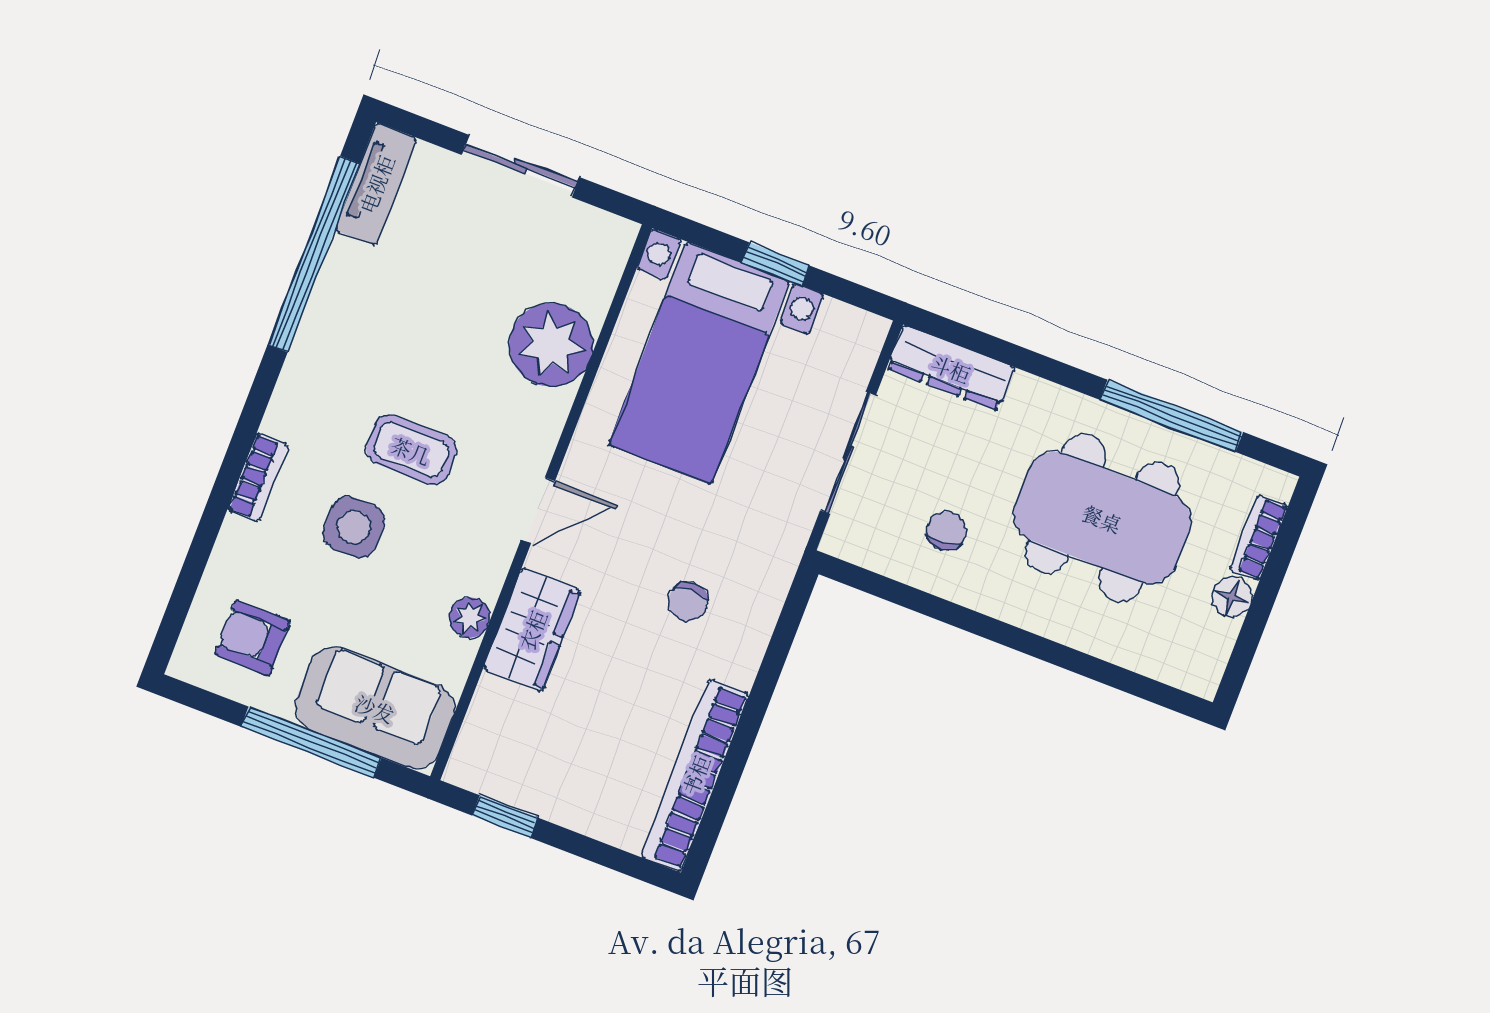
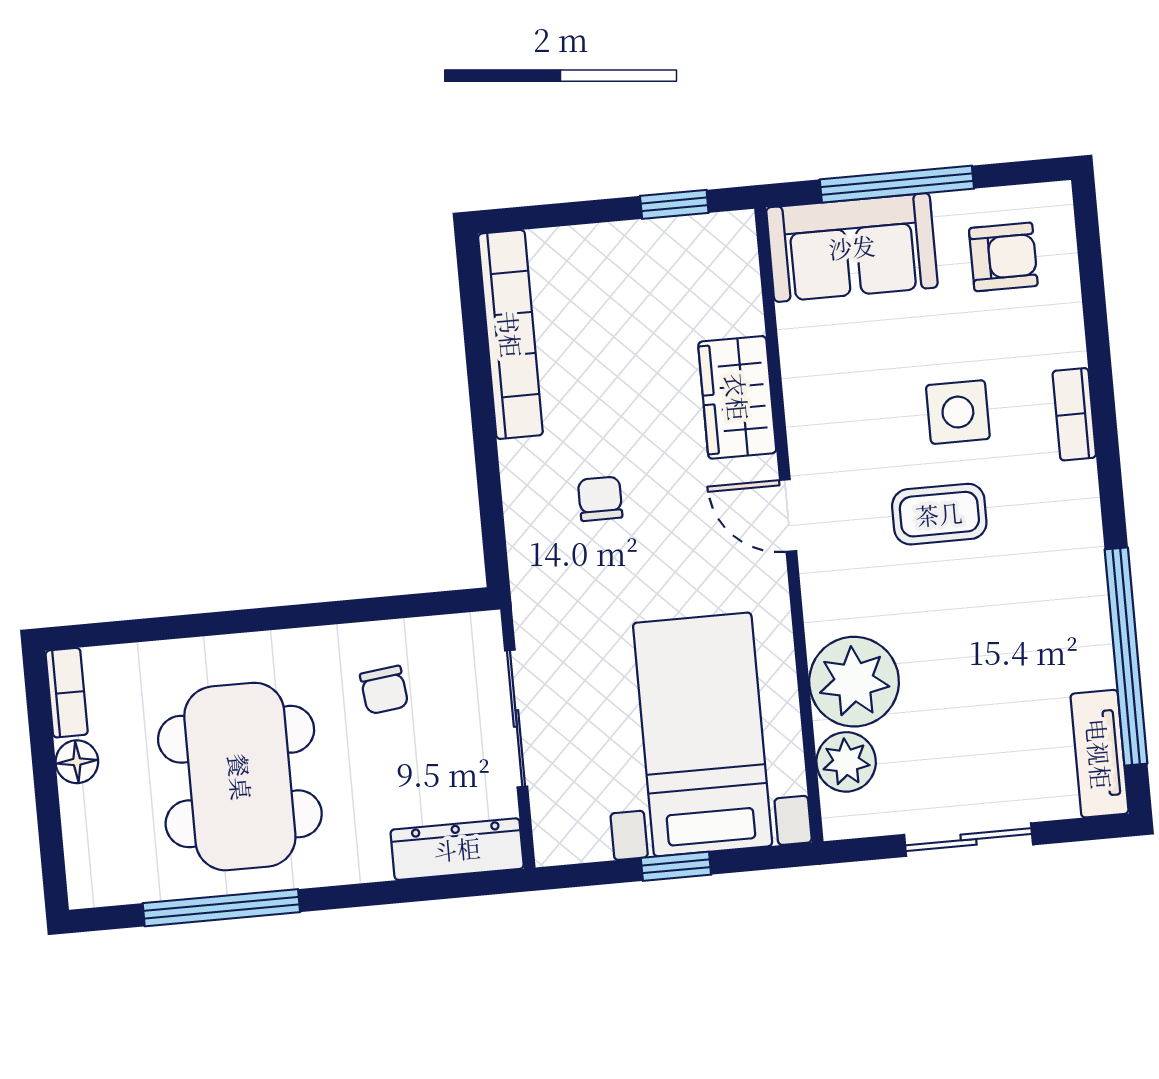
door: (538, 510) -> (788, 515), hinge flipped
dining table: (1102, 518) -> (240, 777), turned 90
bookcase: (1259, 538) -> (67, 693), moved
plant: (470, 618) -> (846, 762), moved, width x1.38, depth x1.38

